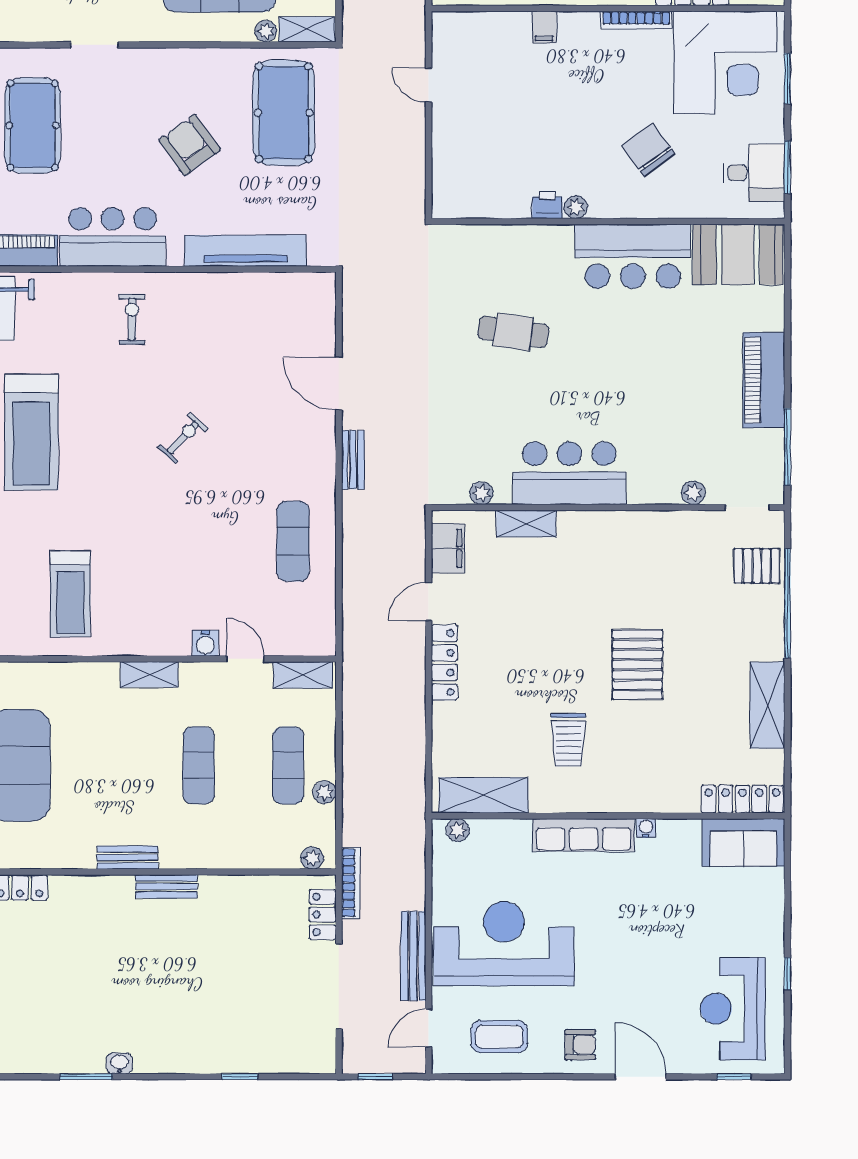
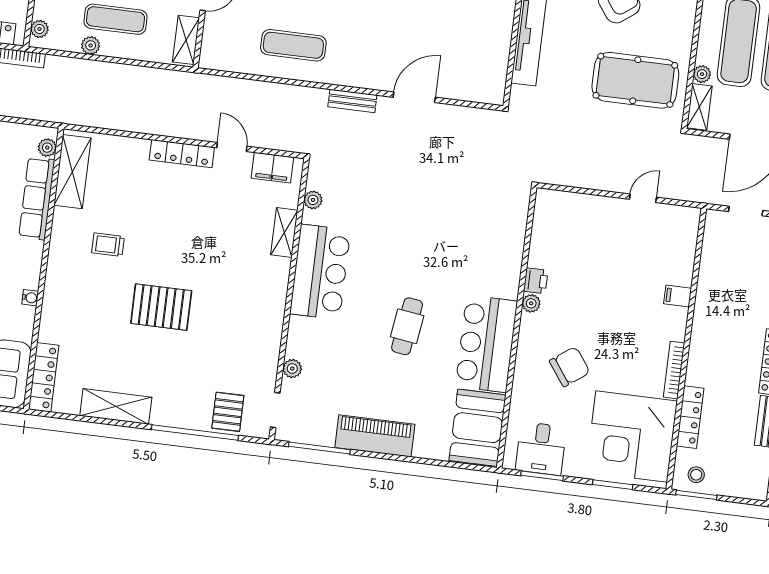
cafe table: (513, 332) -> (407, 326), moved
trolley: (568, 740) -> (108, 245), width x0.73, depth x0.72
row of seats: (584, 835) -> (37, 198), moved

